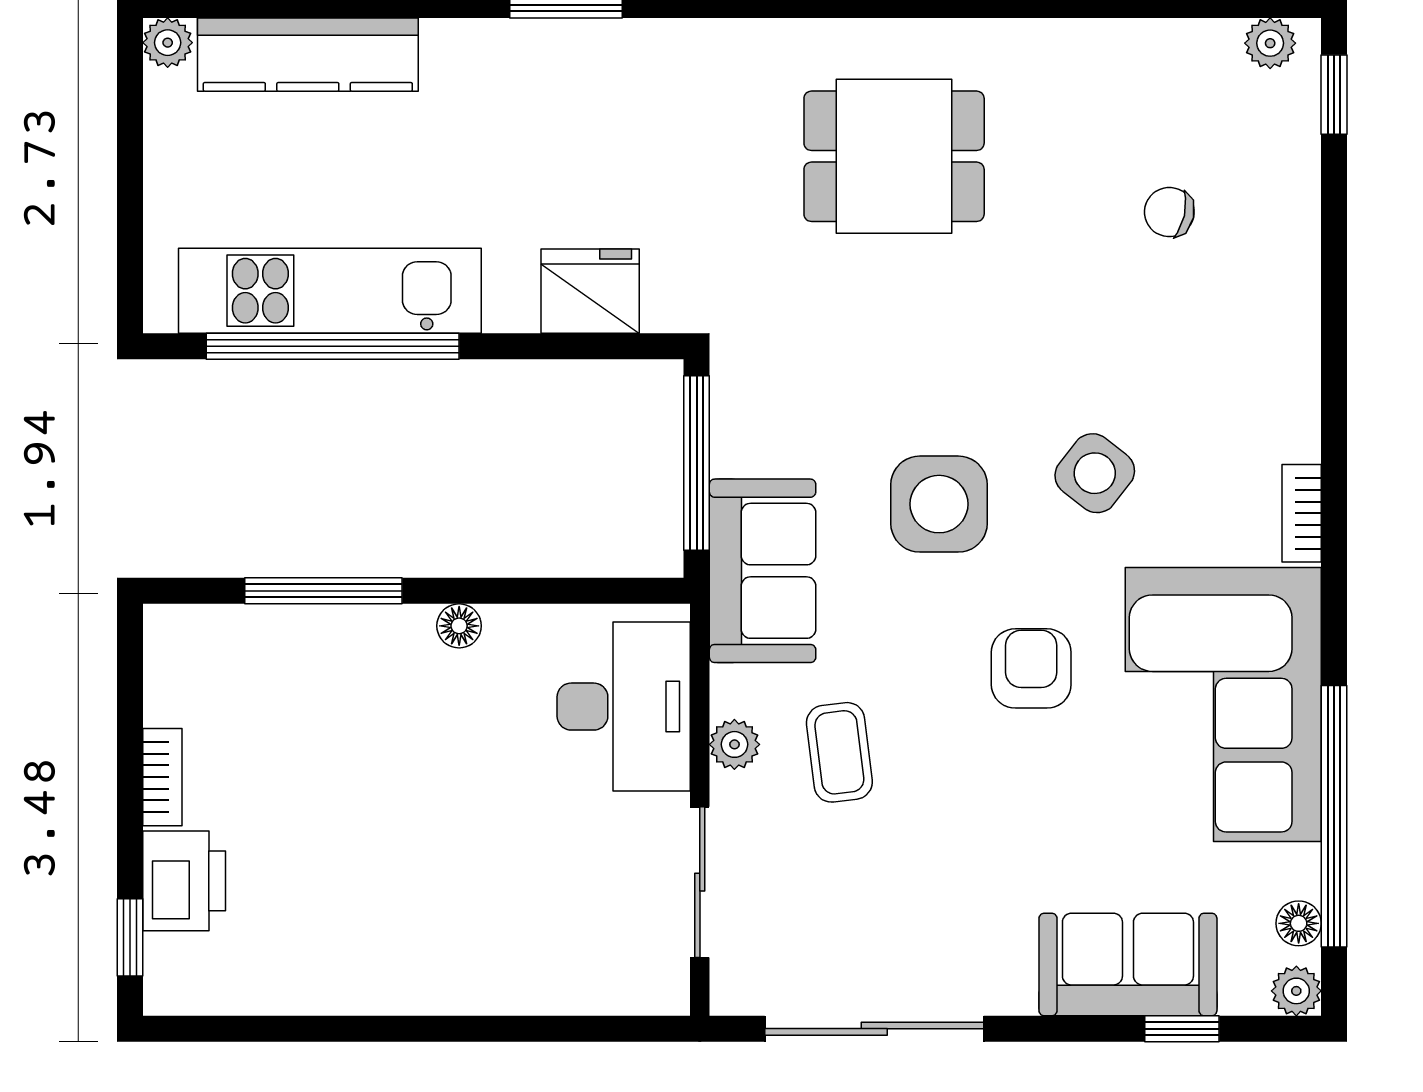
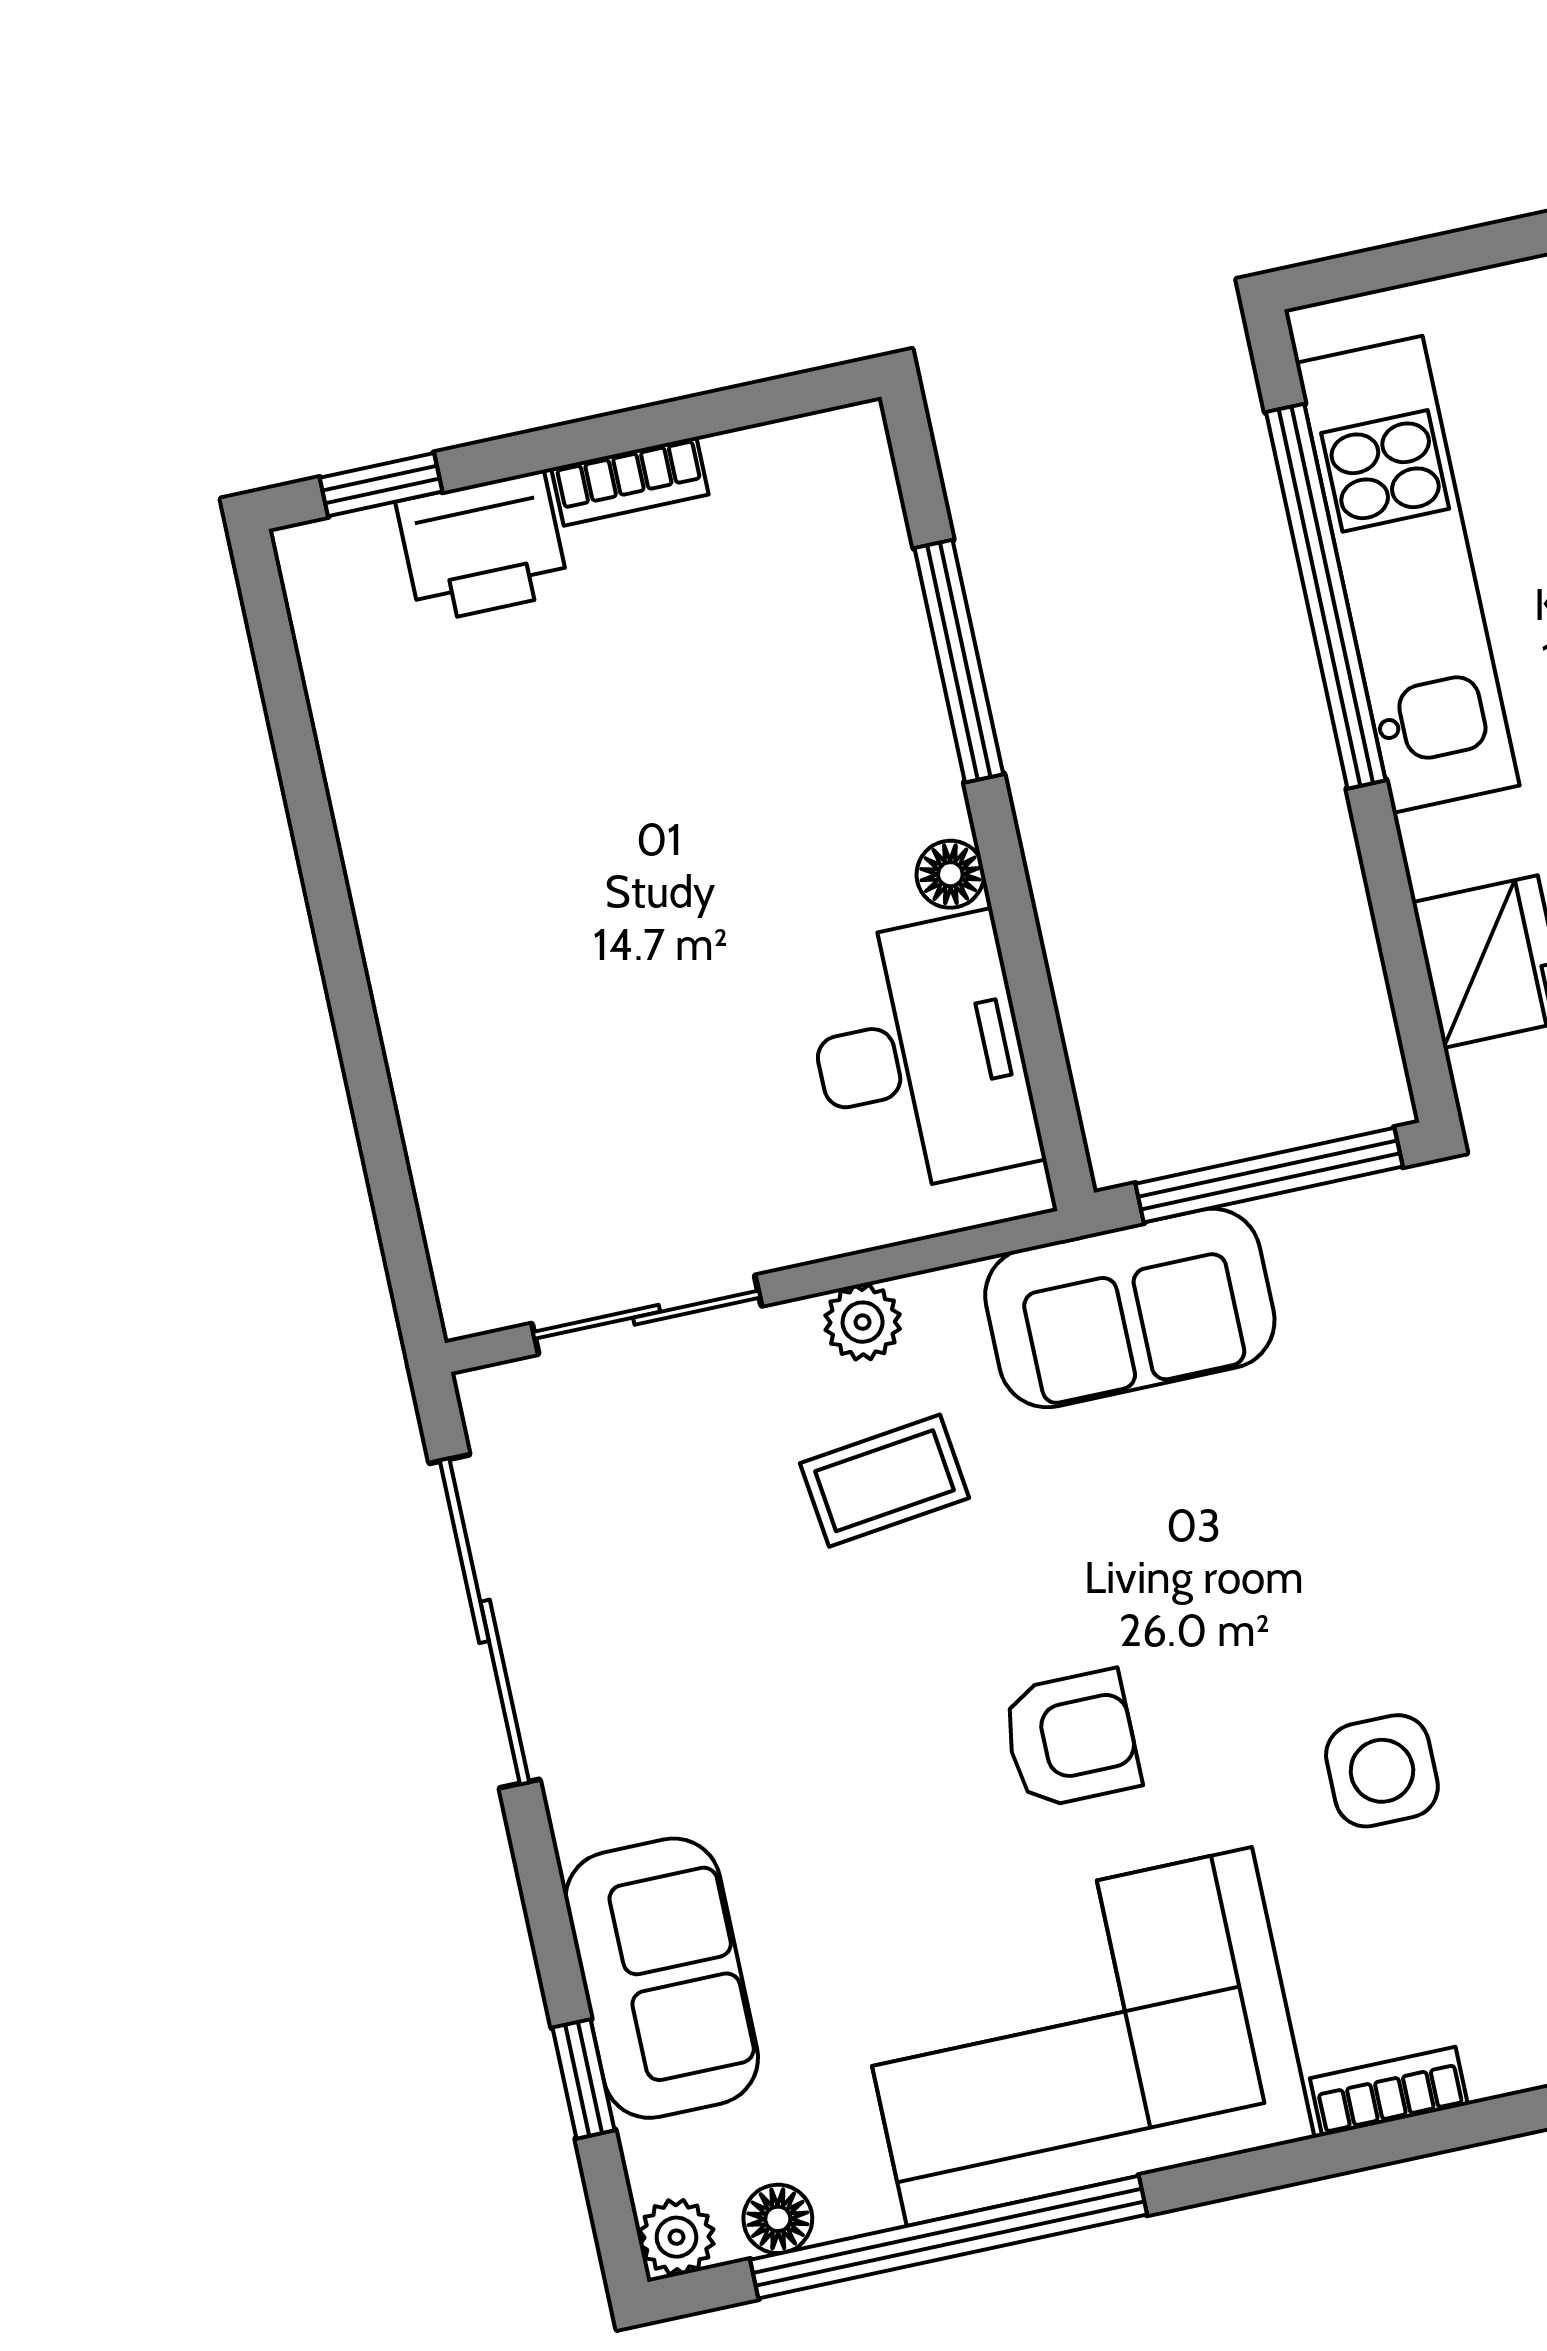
side table: (1095, 473) -> (1382, 1771), turned -38
side table: (939, 504) -> (1286, 1549), removed
desk: (624, 707) -> (920, 1055), moved, turned -90

